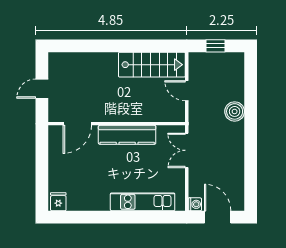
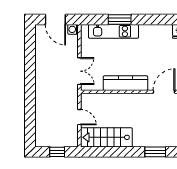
window: (89, 46) -> (155, 152), added
boiler: (235, 111) -> (42, 101), removed
window: (135, 217) -> (120, 19), added

